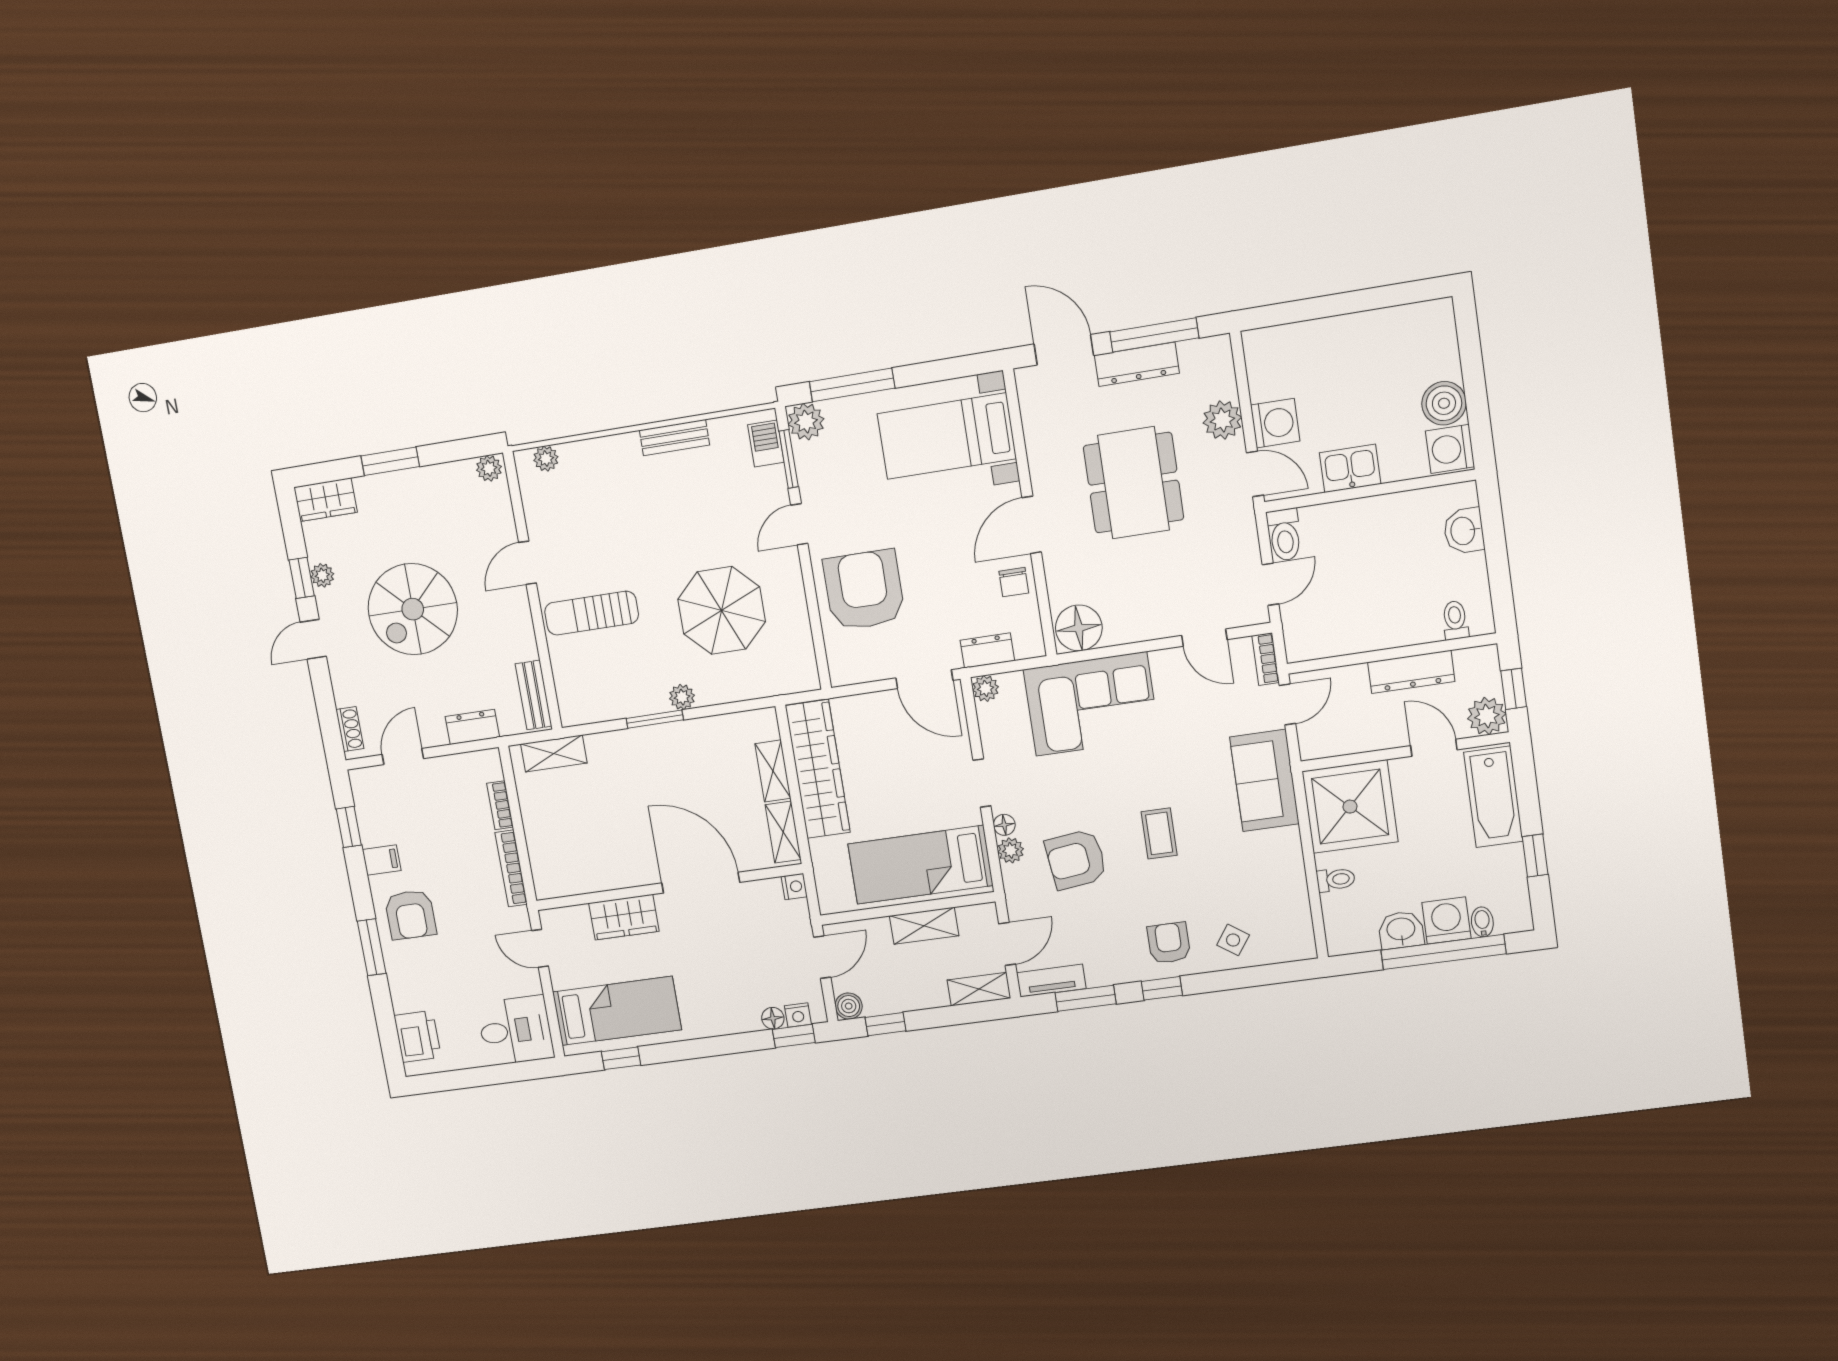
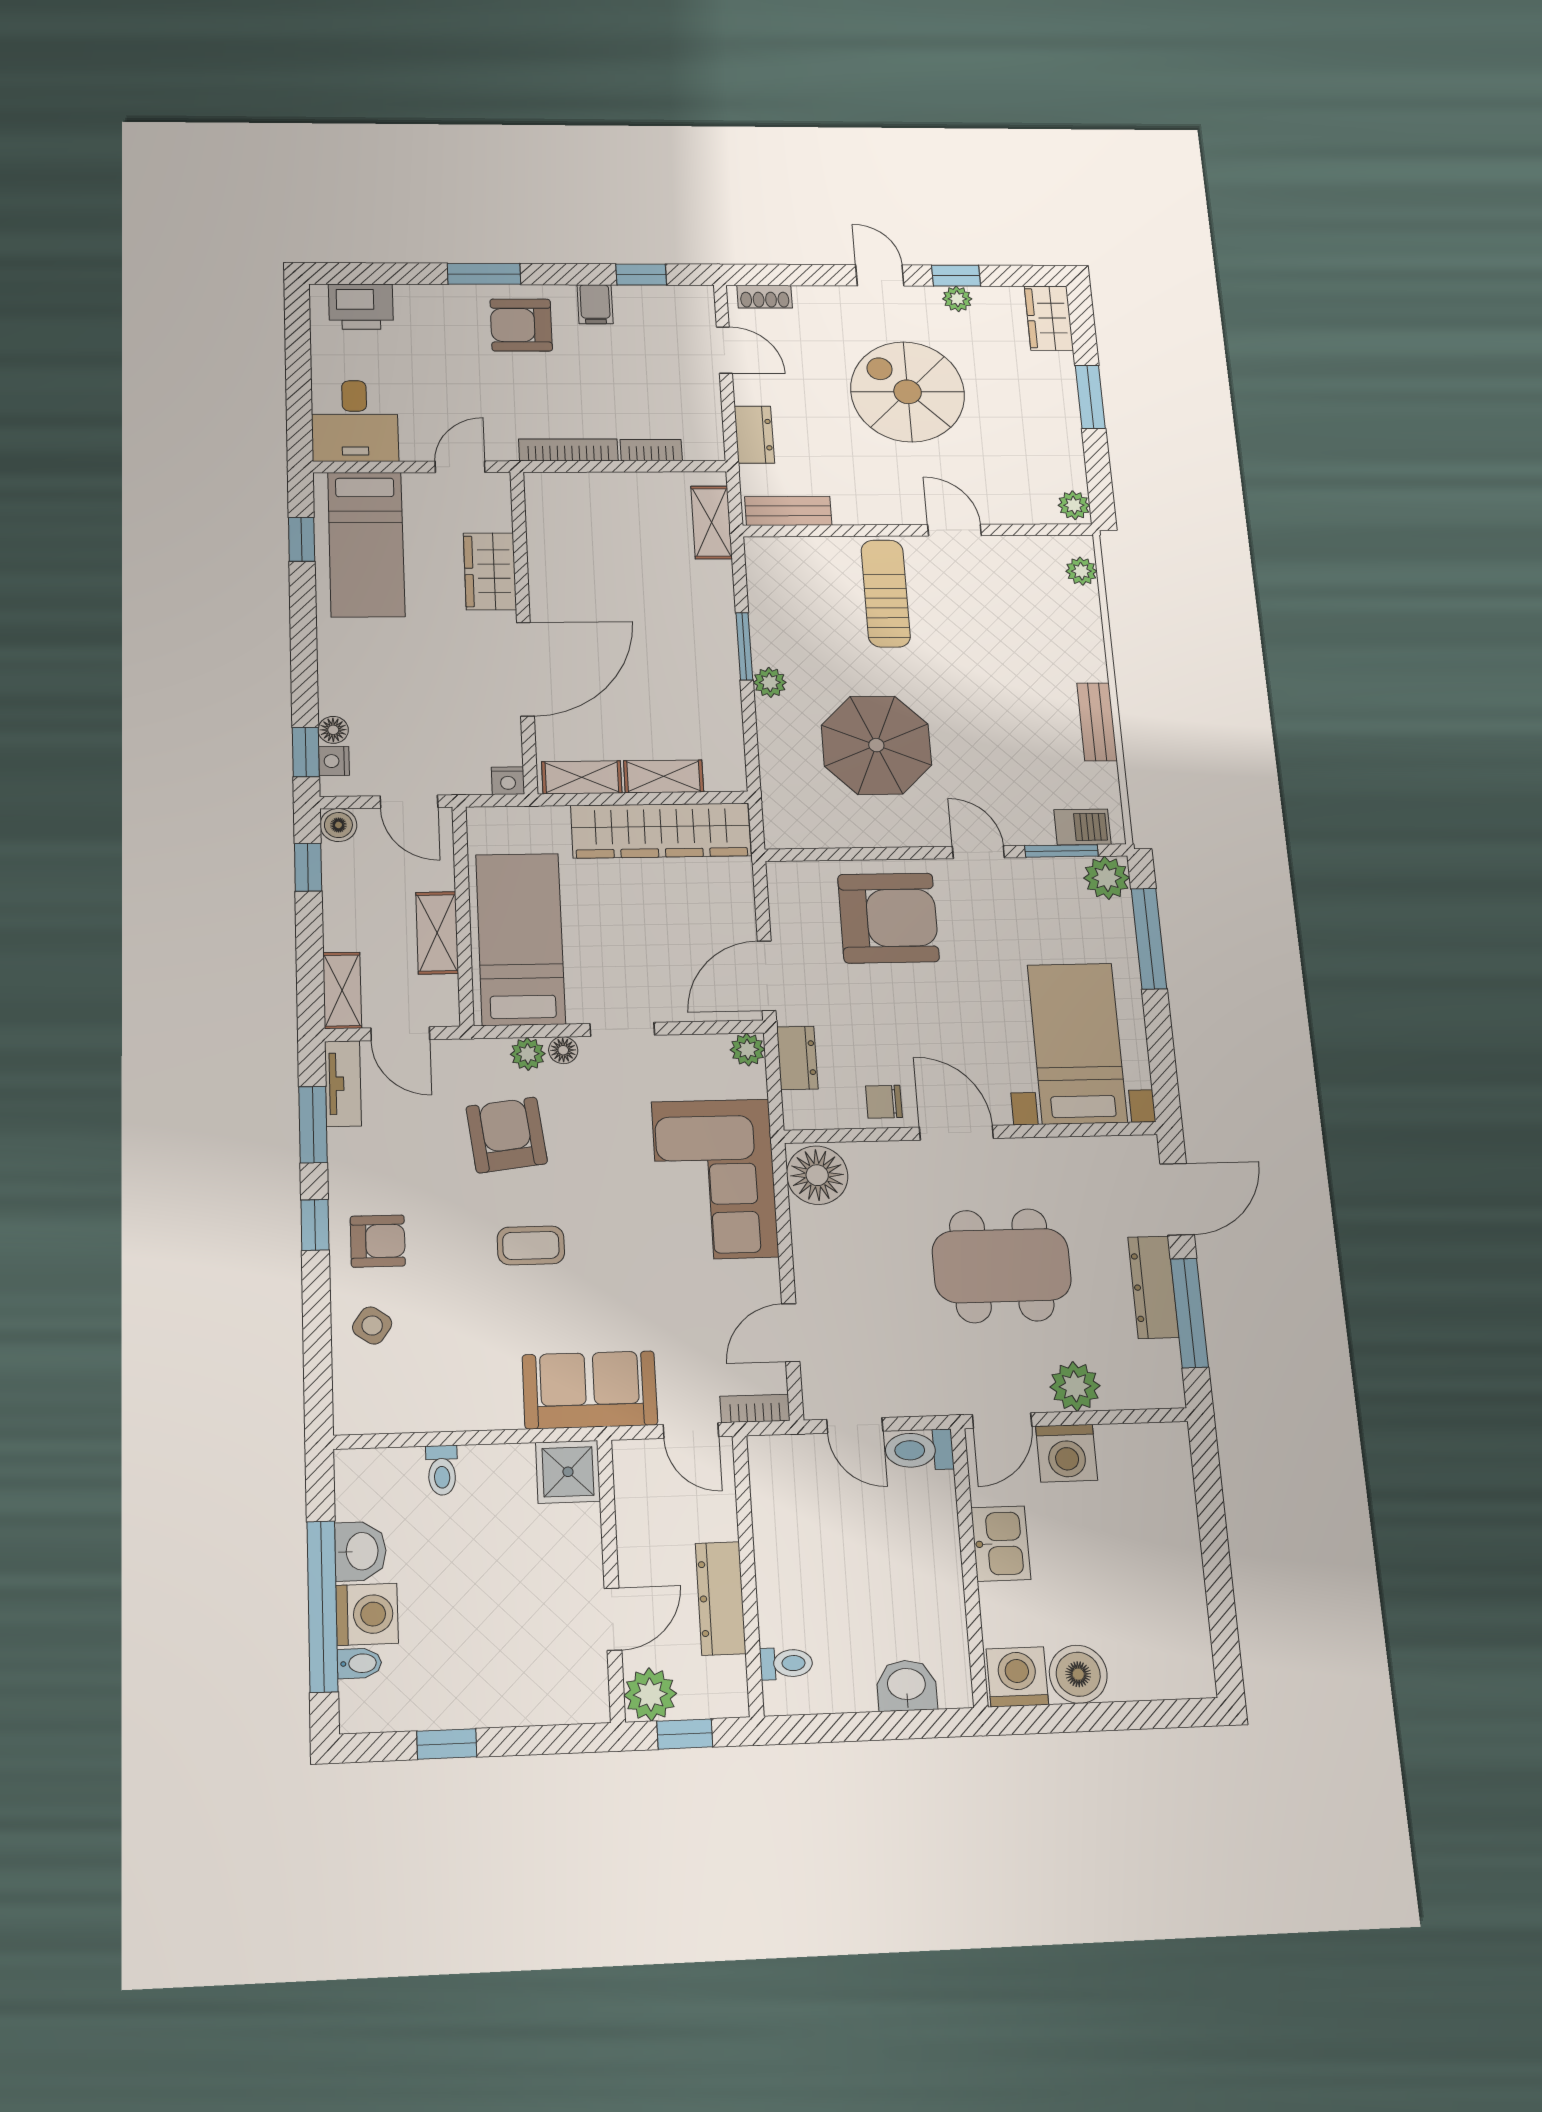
bathtub: (1493, 797) -> (536, 1694), removed
shower: (1350, 807) -> (568, 1472), width x0.54, depth x0.54

